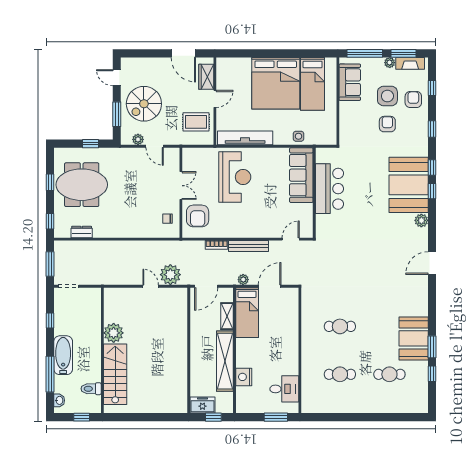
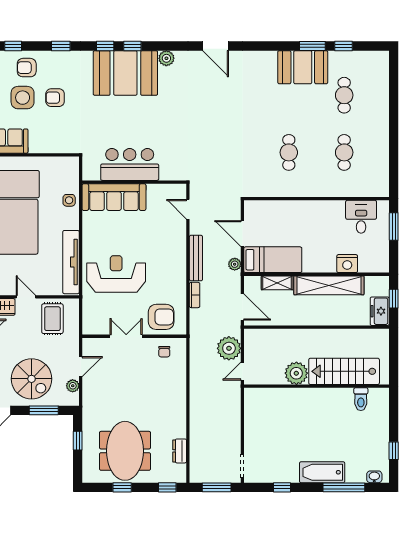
plant: (114, 333) -> (296, 373), moved
wall: (102, 350) -> (316, 386), moved
stairs: (115, 374) -> (344, 371), moved
toilet: (91, 389) -> (361, 399), moved

